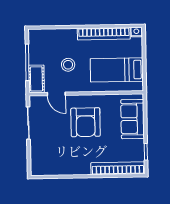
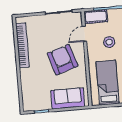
armchair: (86, 122) -> (63, 60), turned 72
bookcase: (118, 168) -> (22, 45), moved

